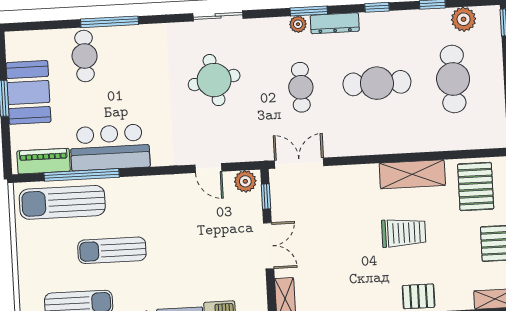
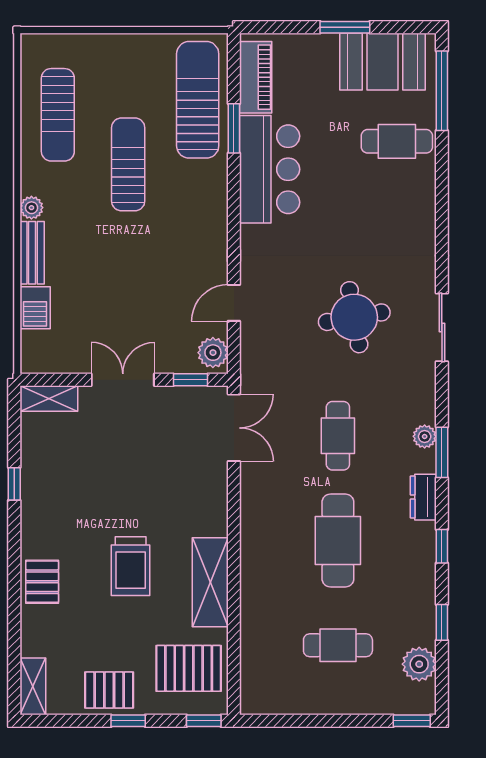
window: (109, 22) -> (442, 91), moved
dresser: (335, 23) -> (423, 497), width x0.70
cafe table: (453, 79) -> (338, 645), width x0.73, depth x0.74
cafe table: (301, 87) -> (338, 436), turned 90
booth: (28, 92) -> (383, 62), moved
window: (82, 175) -> (234, 128), width x0.47
double door: (269, 246) -> (123, 380), swing flipped

